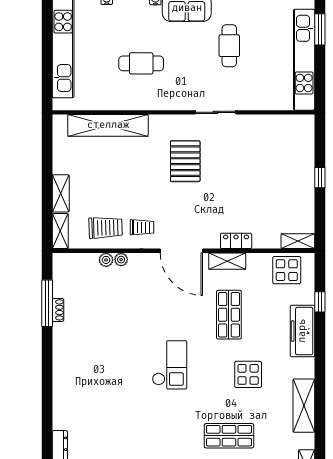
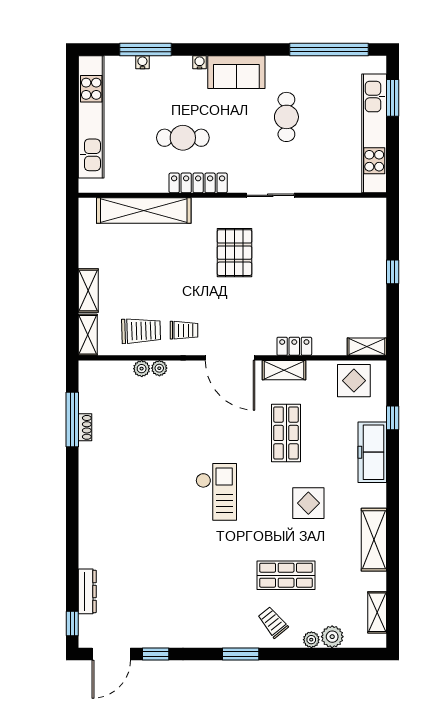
locker: (154, 102) -> (198, 183), added

